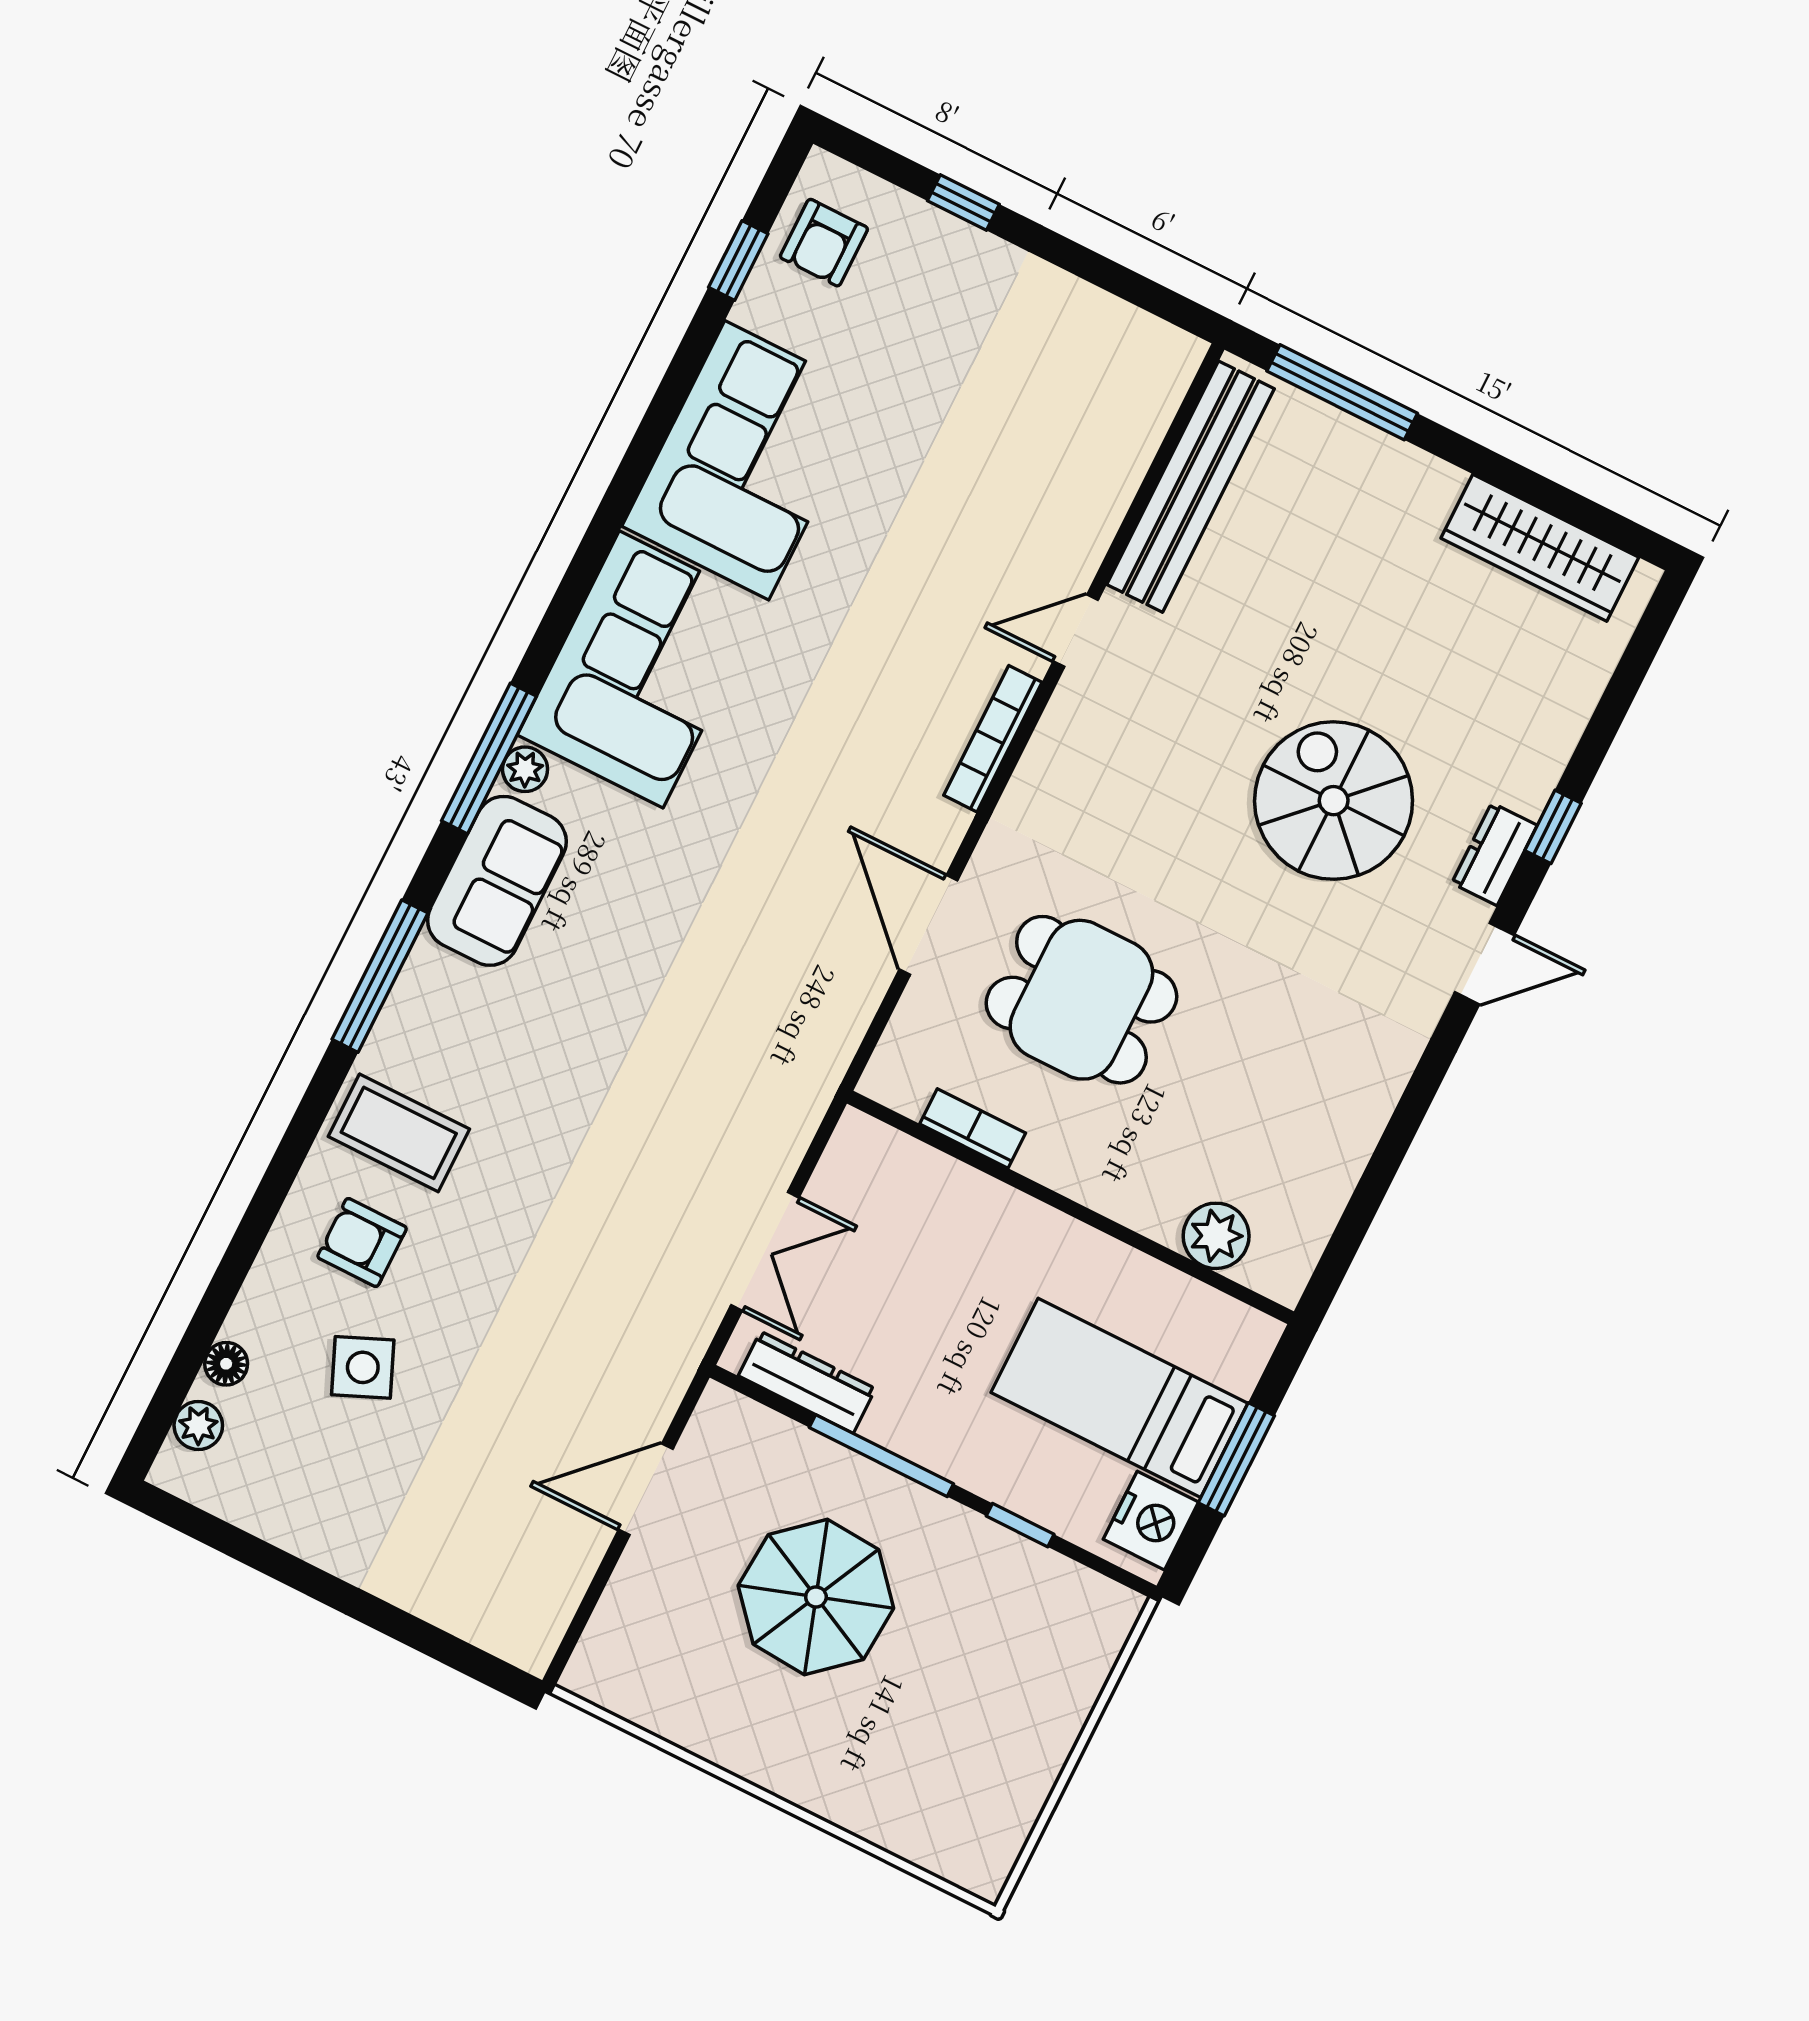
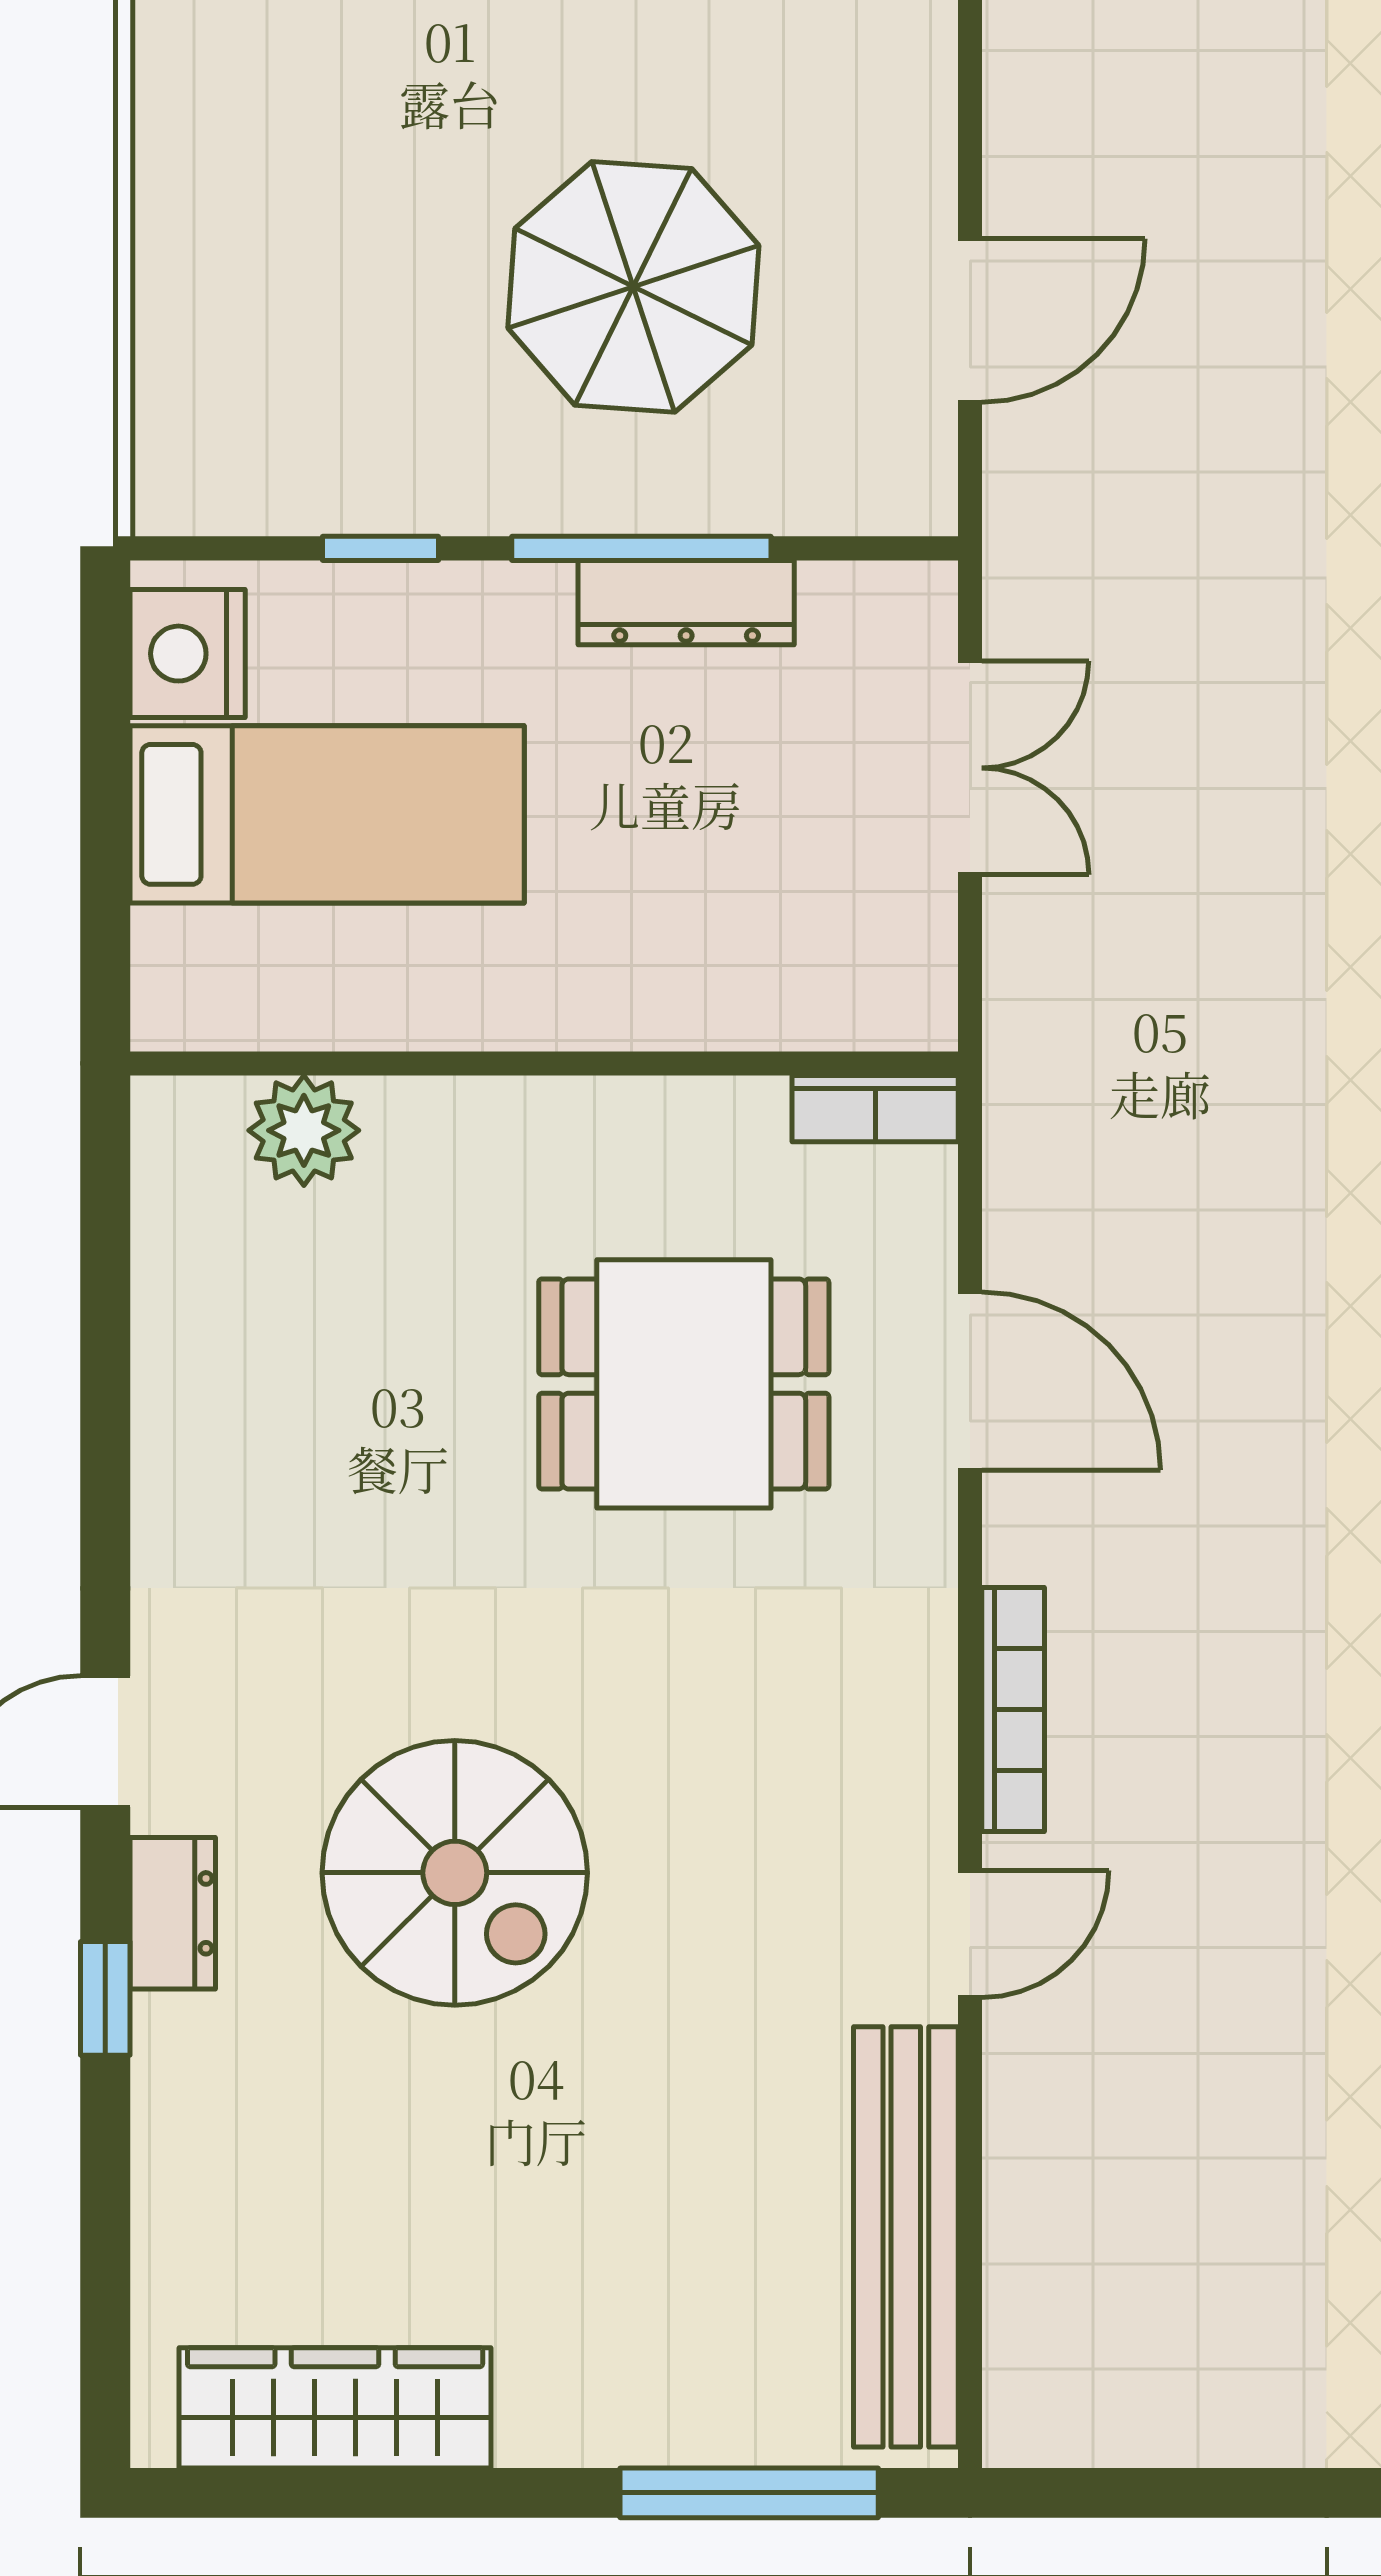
bookcase: (973, 1128) -> (875, 1109), moved
double door: (765, 1251) -> (970, 768), swing flipped
dresser: (807, 1382) -> (686, 603), moved
window: (1236, 1459) -> (105, 810), removed

